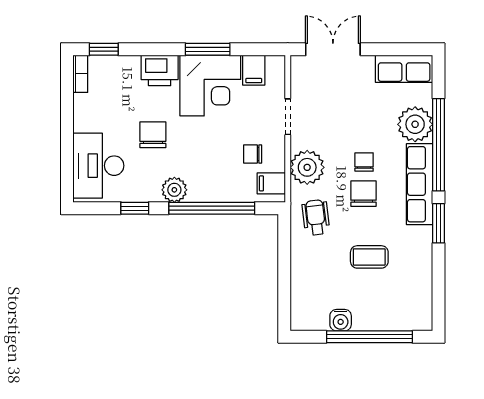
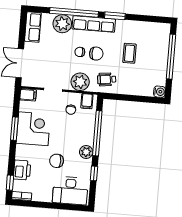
printer: (160, 70) -> (22, 170), moved
filing cabinet: (254, 70) -> (28, 95), moved
chair: (364, 194) -> (96, 54), turned 180
water cooler: (341, 320) -> (159, 92), moved

